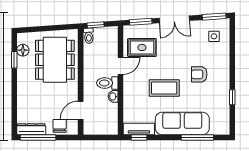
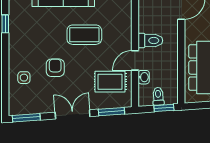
toilet: (89, 36) -> (158, 96), moved
side table: (214, 36) -> (24, 78), moved
armchair: (199, 74) -> (55, 68), moved, turned -90
washbasin: (113, 96) -> (144, 77), moved

